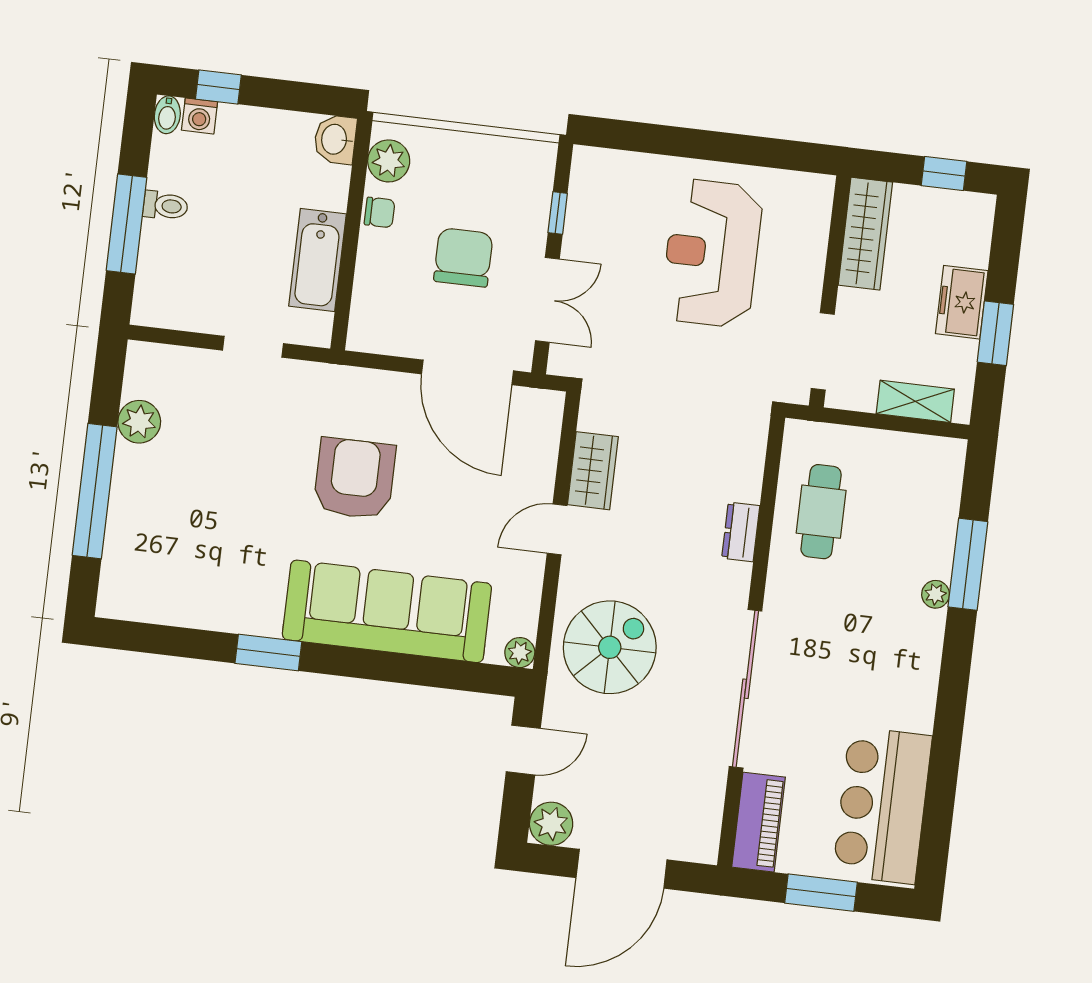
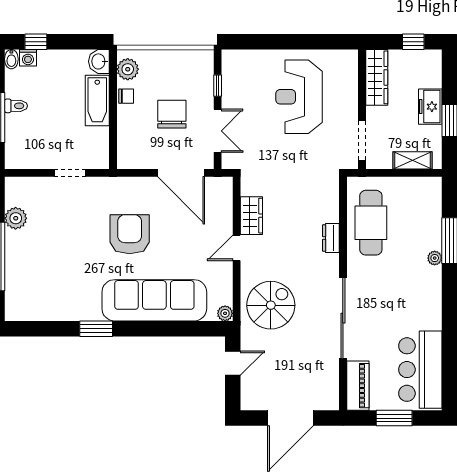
bathtub: (317, 260) -> (97, 101), moved
cafe table: (821, 512) -> (371, 223), width x1.37, depth x1.35
plant: (551, 824) -> (252, 399), removed

